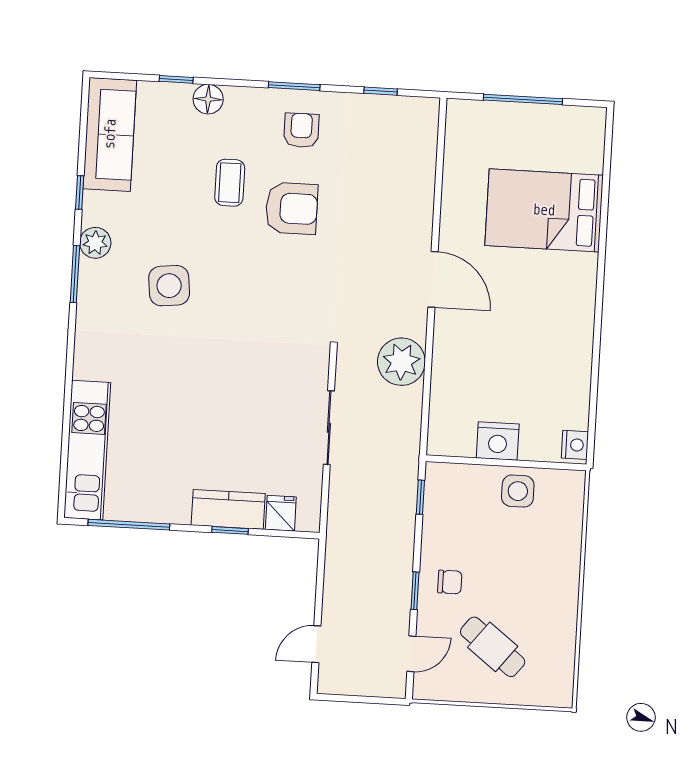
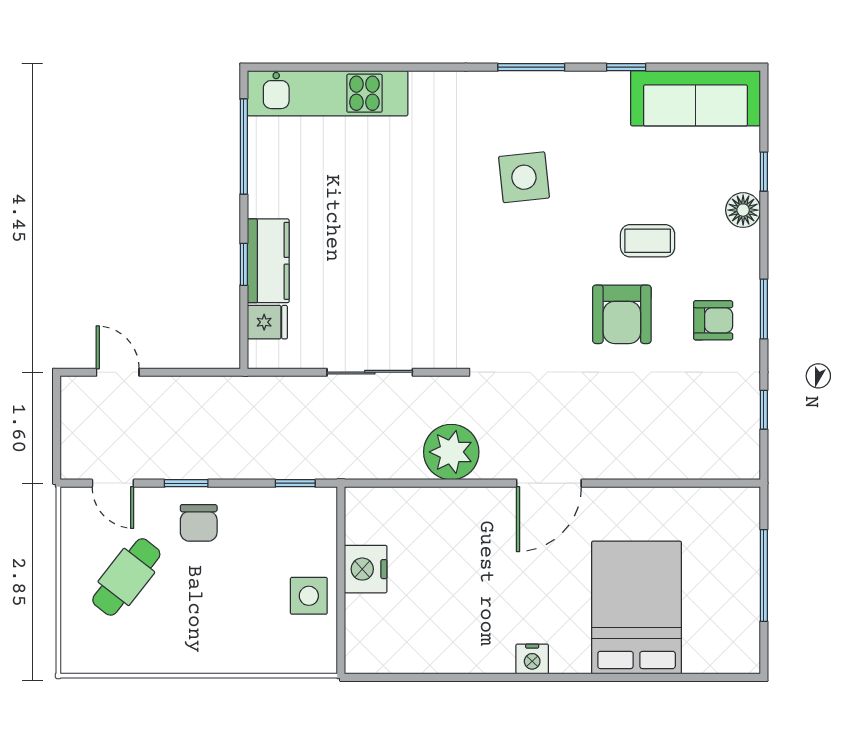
plant: (95, 243) -> (569, 89), removed
nightstand: (575, 445) -> (532, 659), moved
chair: (450, 582) -> (199, 523), width x1.37, depth x1.37

